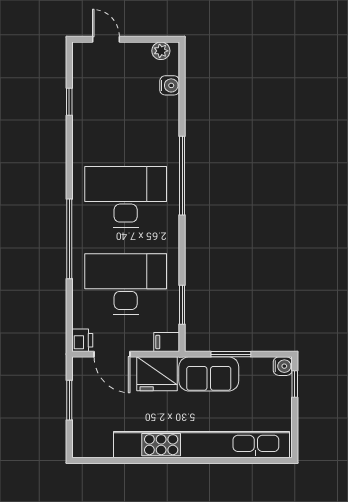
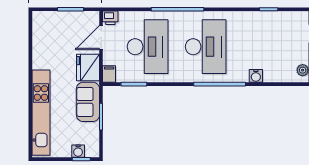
water cooler: (170, 85) -> (256, 76), moved
water cooler: (283, 366) -> (78, 151), moved
kitchen unit: (201, 445) -> (41, 113), width x0.73

